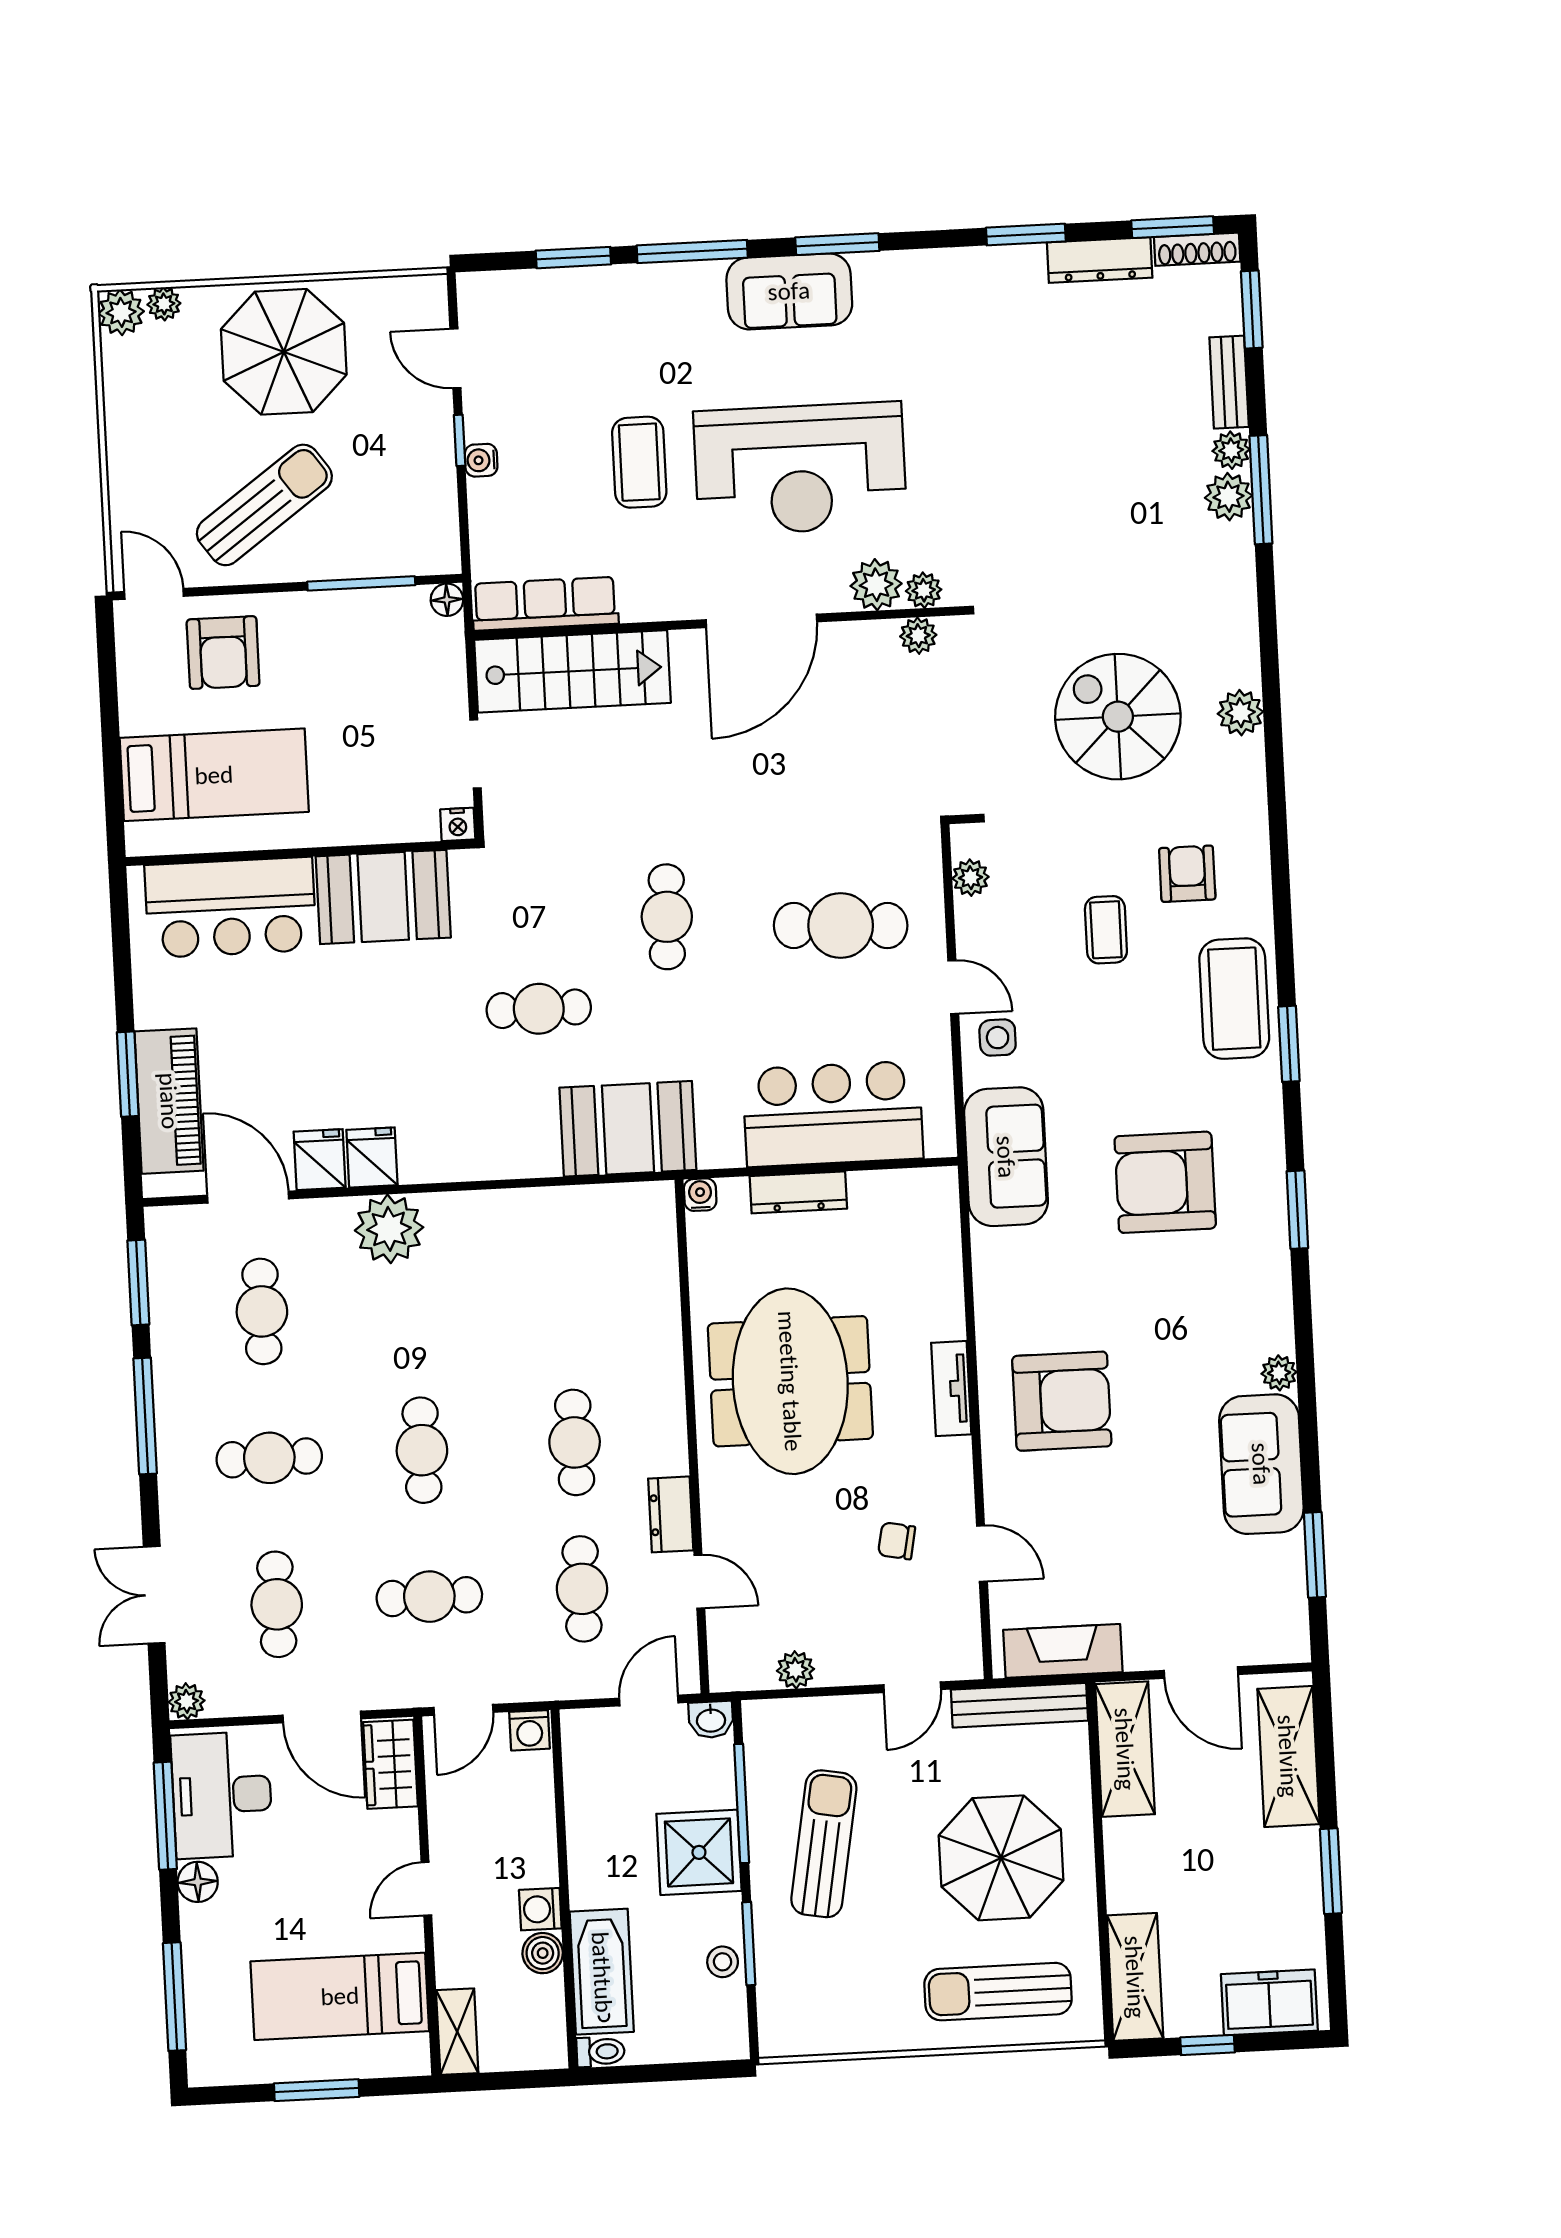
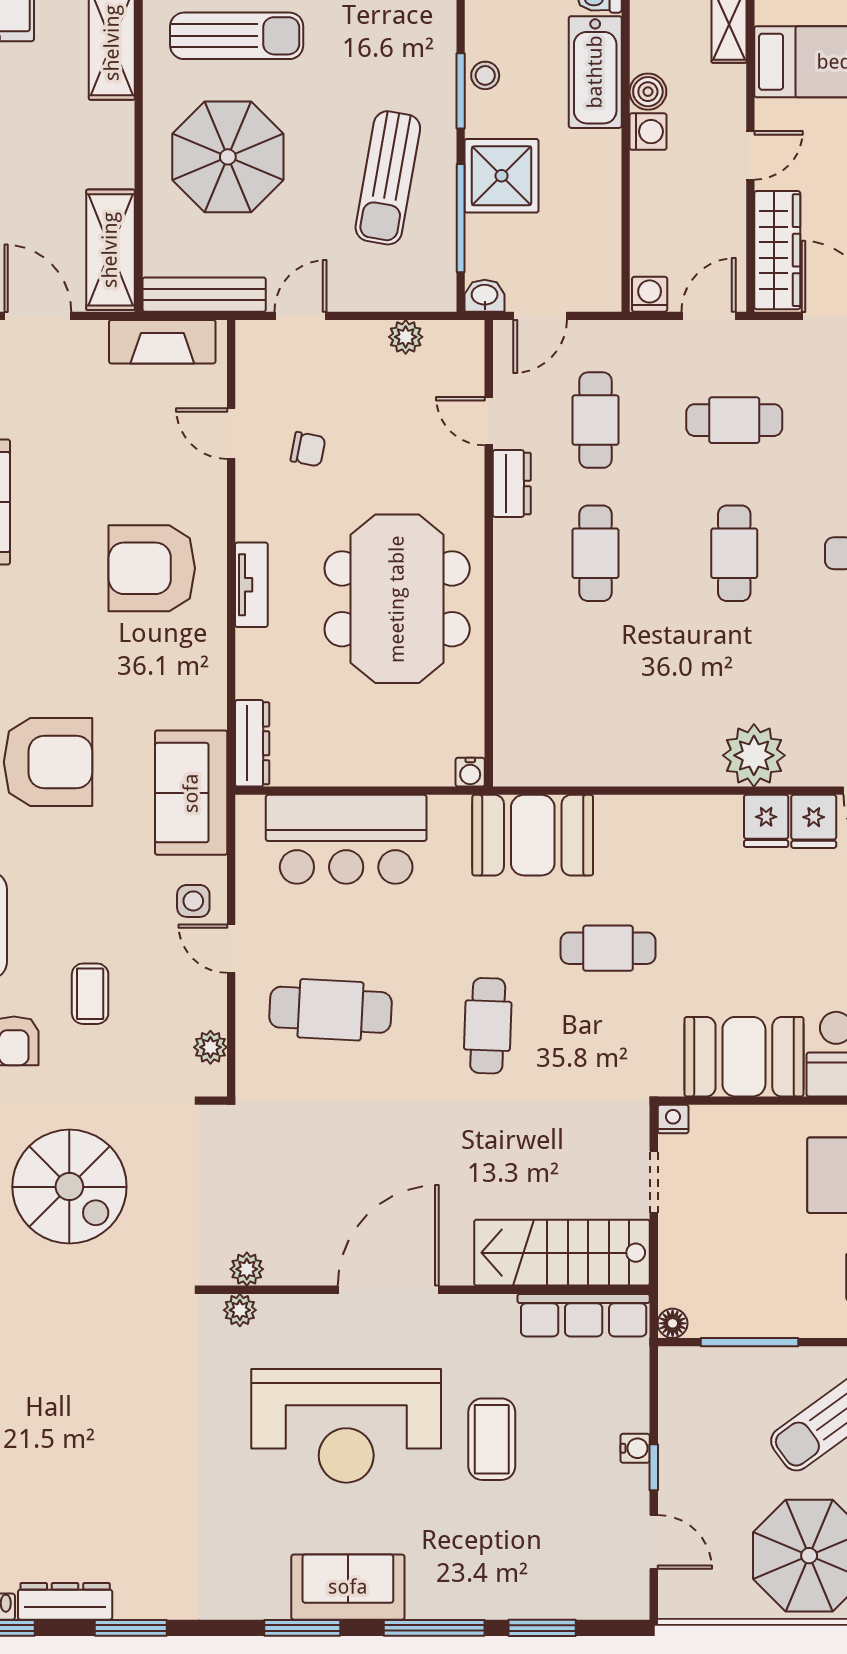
reception desk: (800, 469) -> (346, 1426), turned 180
plant: (876, 585) -> (283, 1317), removed
dresser: (798, 1192) -> (252, 743), moved, turned 90
wardrobe: (390, 1764) -> (777, 250), width x1.50

